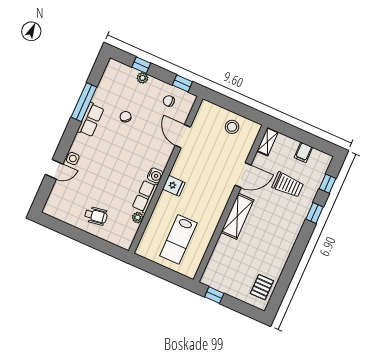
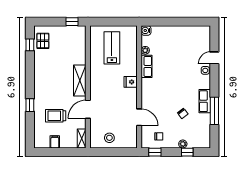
water cooler: (155, 175) -> (146, 30), moved
window: (328, 184) -> (30, 45), moved
wheelchair: (96, 216) -> (173, 39), removed

